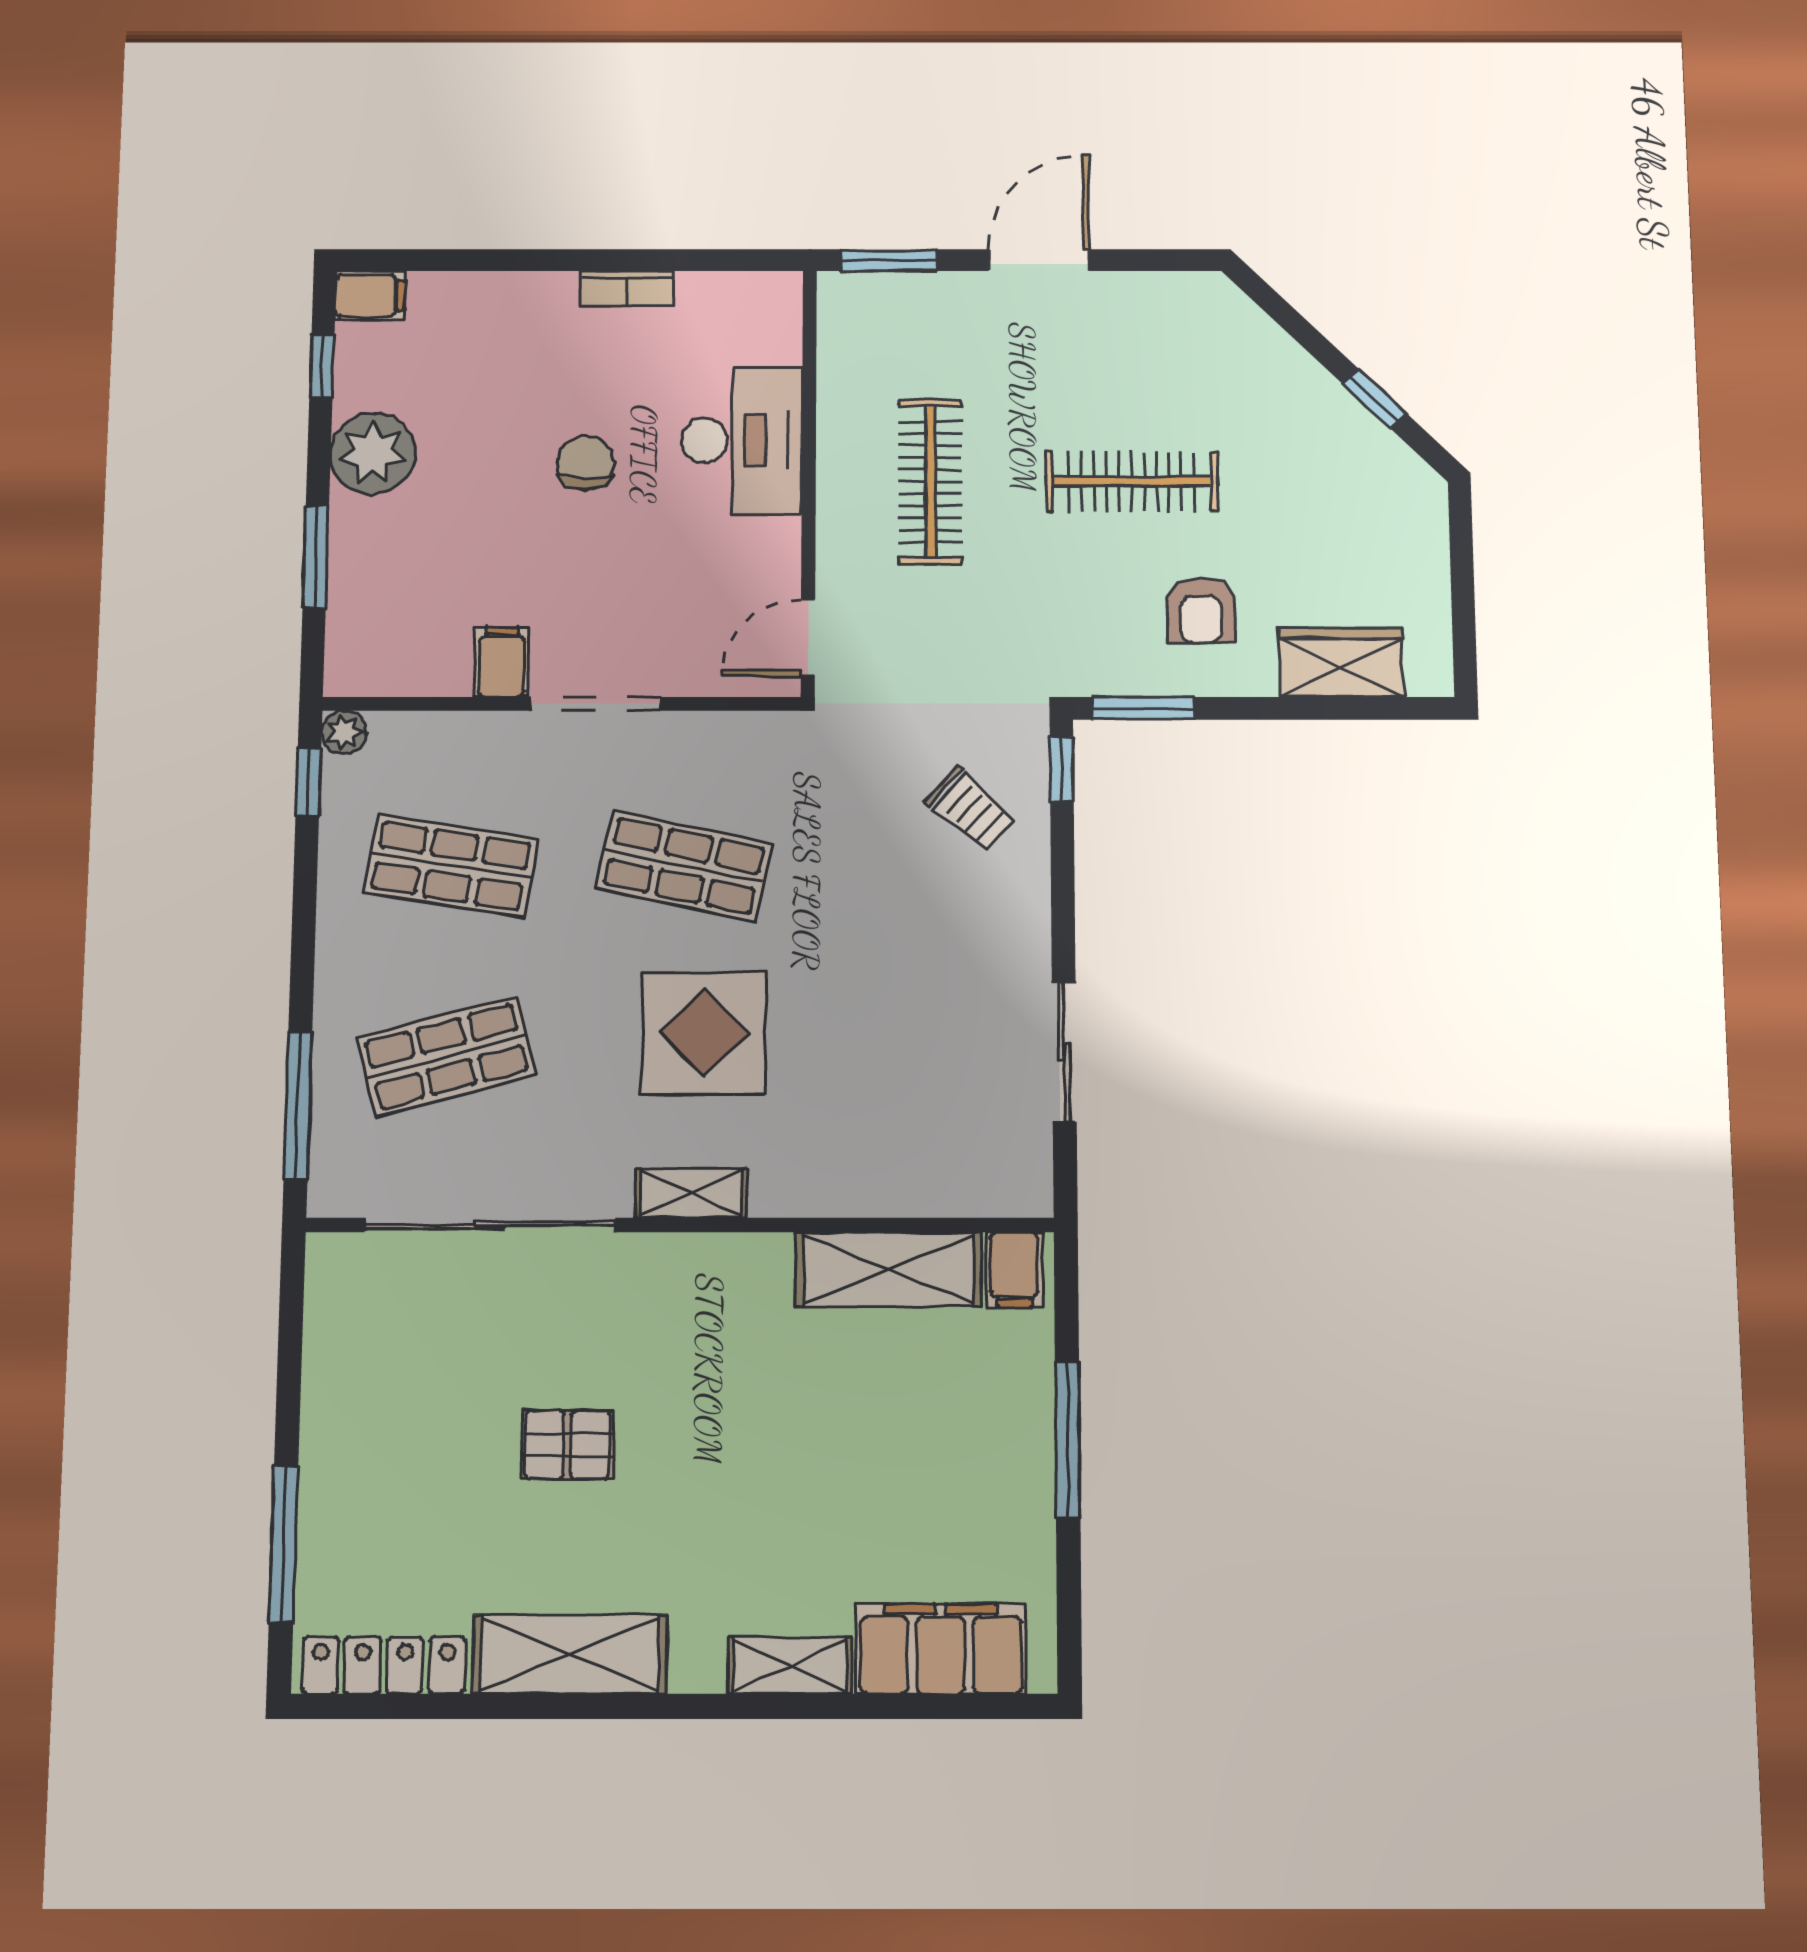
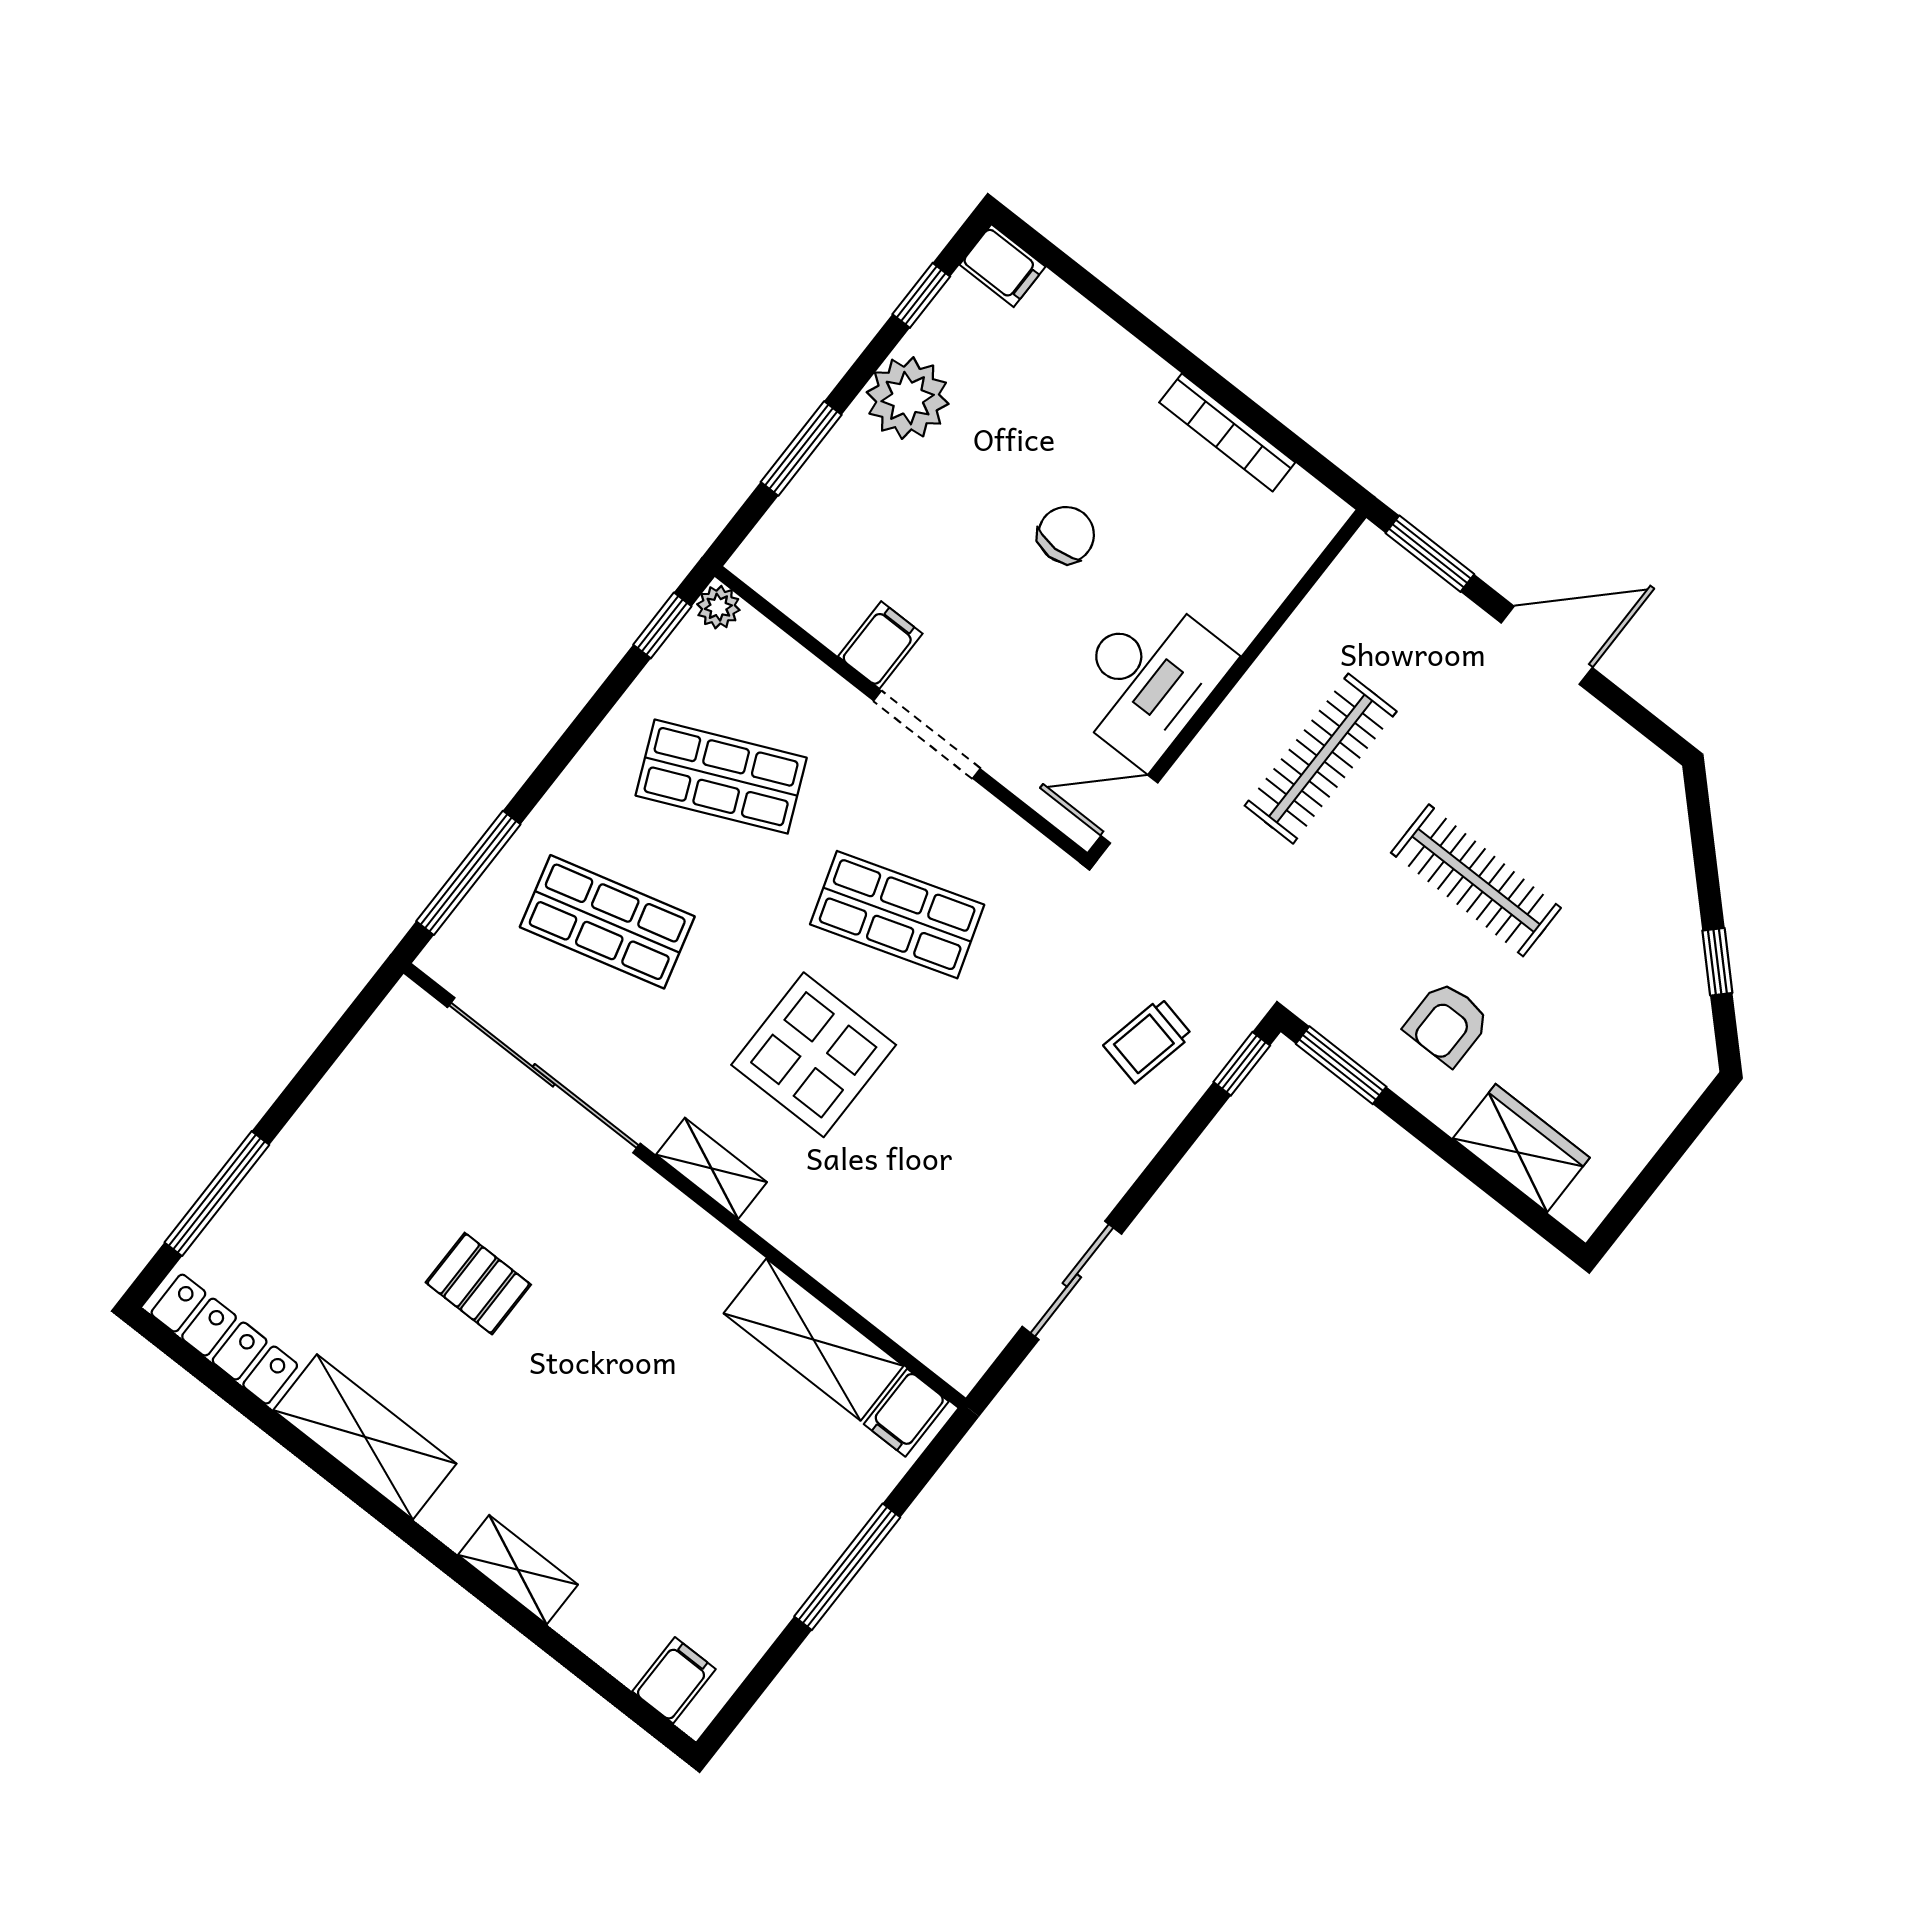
bookcase: (627, 289) -> (1227, 432), width x1.56
desk: (742, 440) -> (1148, 679), moved
trolley: (970, 809) -> (1148, 1040), turned 60
shop shelf: (451, 866) -> (721, 777), turned -33
shop shelf: (684, 866) -> (897, 915), turned -30
filing cabinet: (941, 1649) -> (674, 1680), width x0.33, depth x0.86

